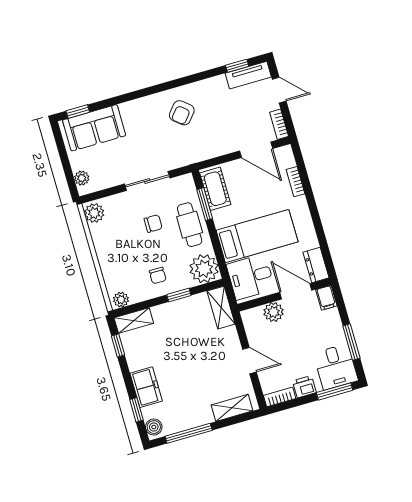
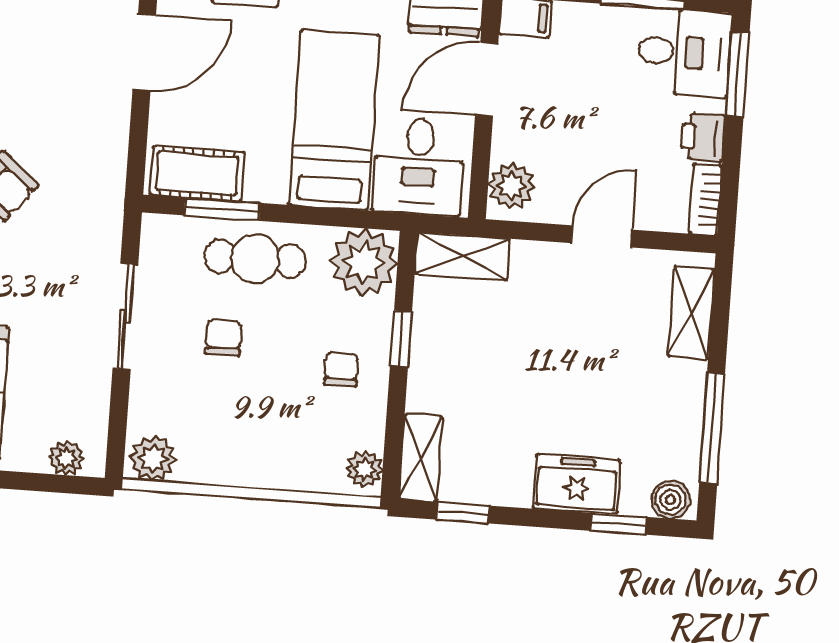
chair: (158, 276) -> (341, 369), turned -90
plant: (274, 312) -> (511, 186), moved

